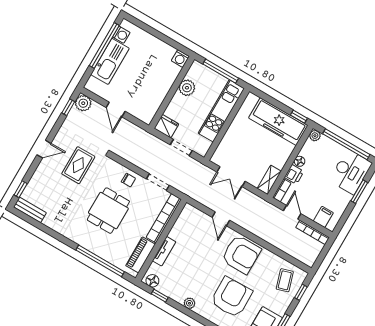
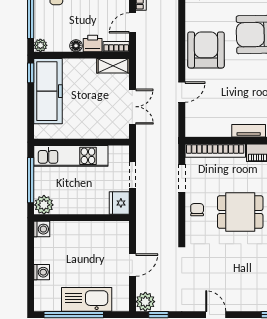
washing machine: (121, 35) -> (42, 272), moved, turned 90
plant: (187, 88) -> (44, 205), moved
rug: (78, 165) -> (212, 270), removed

